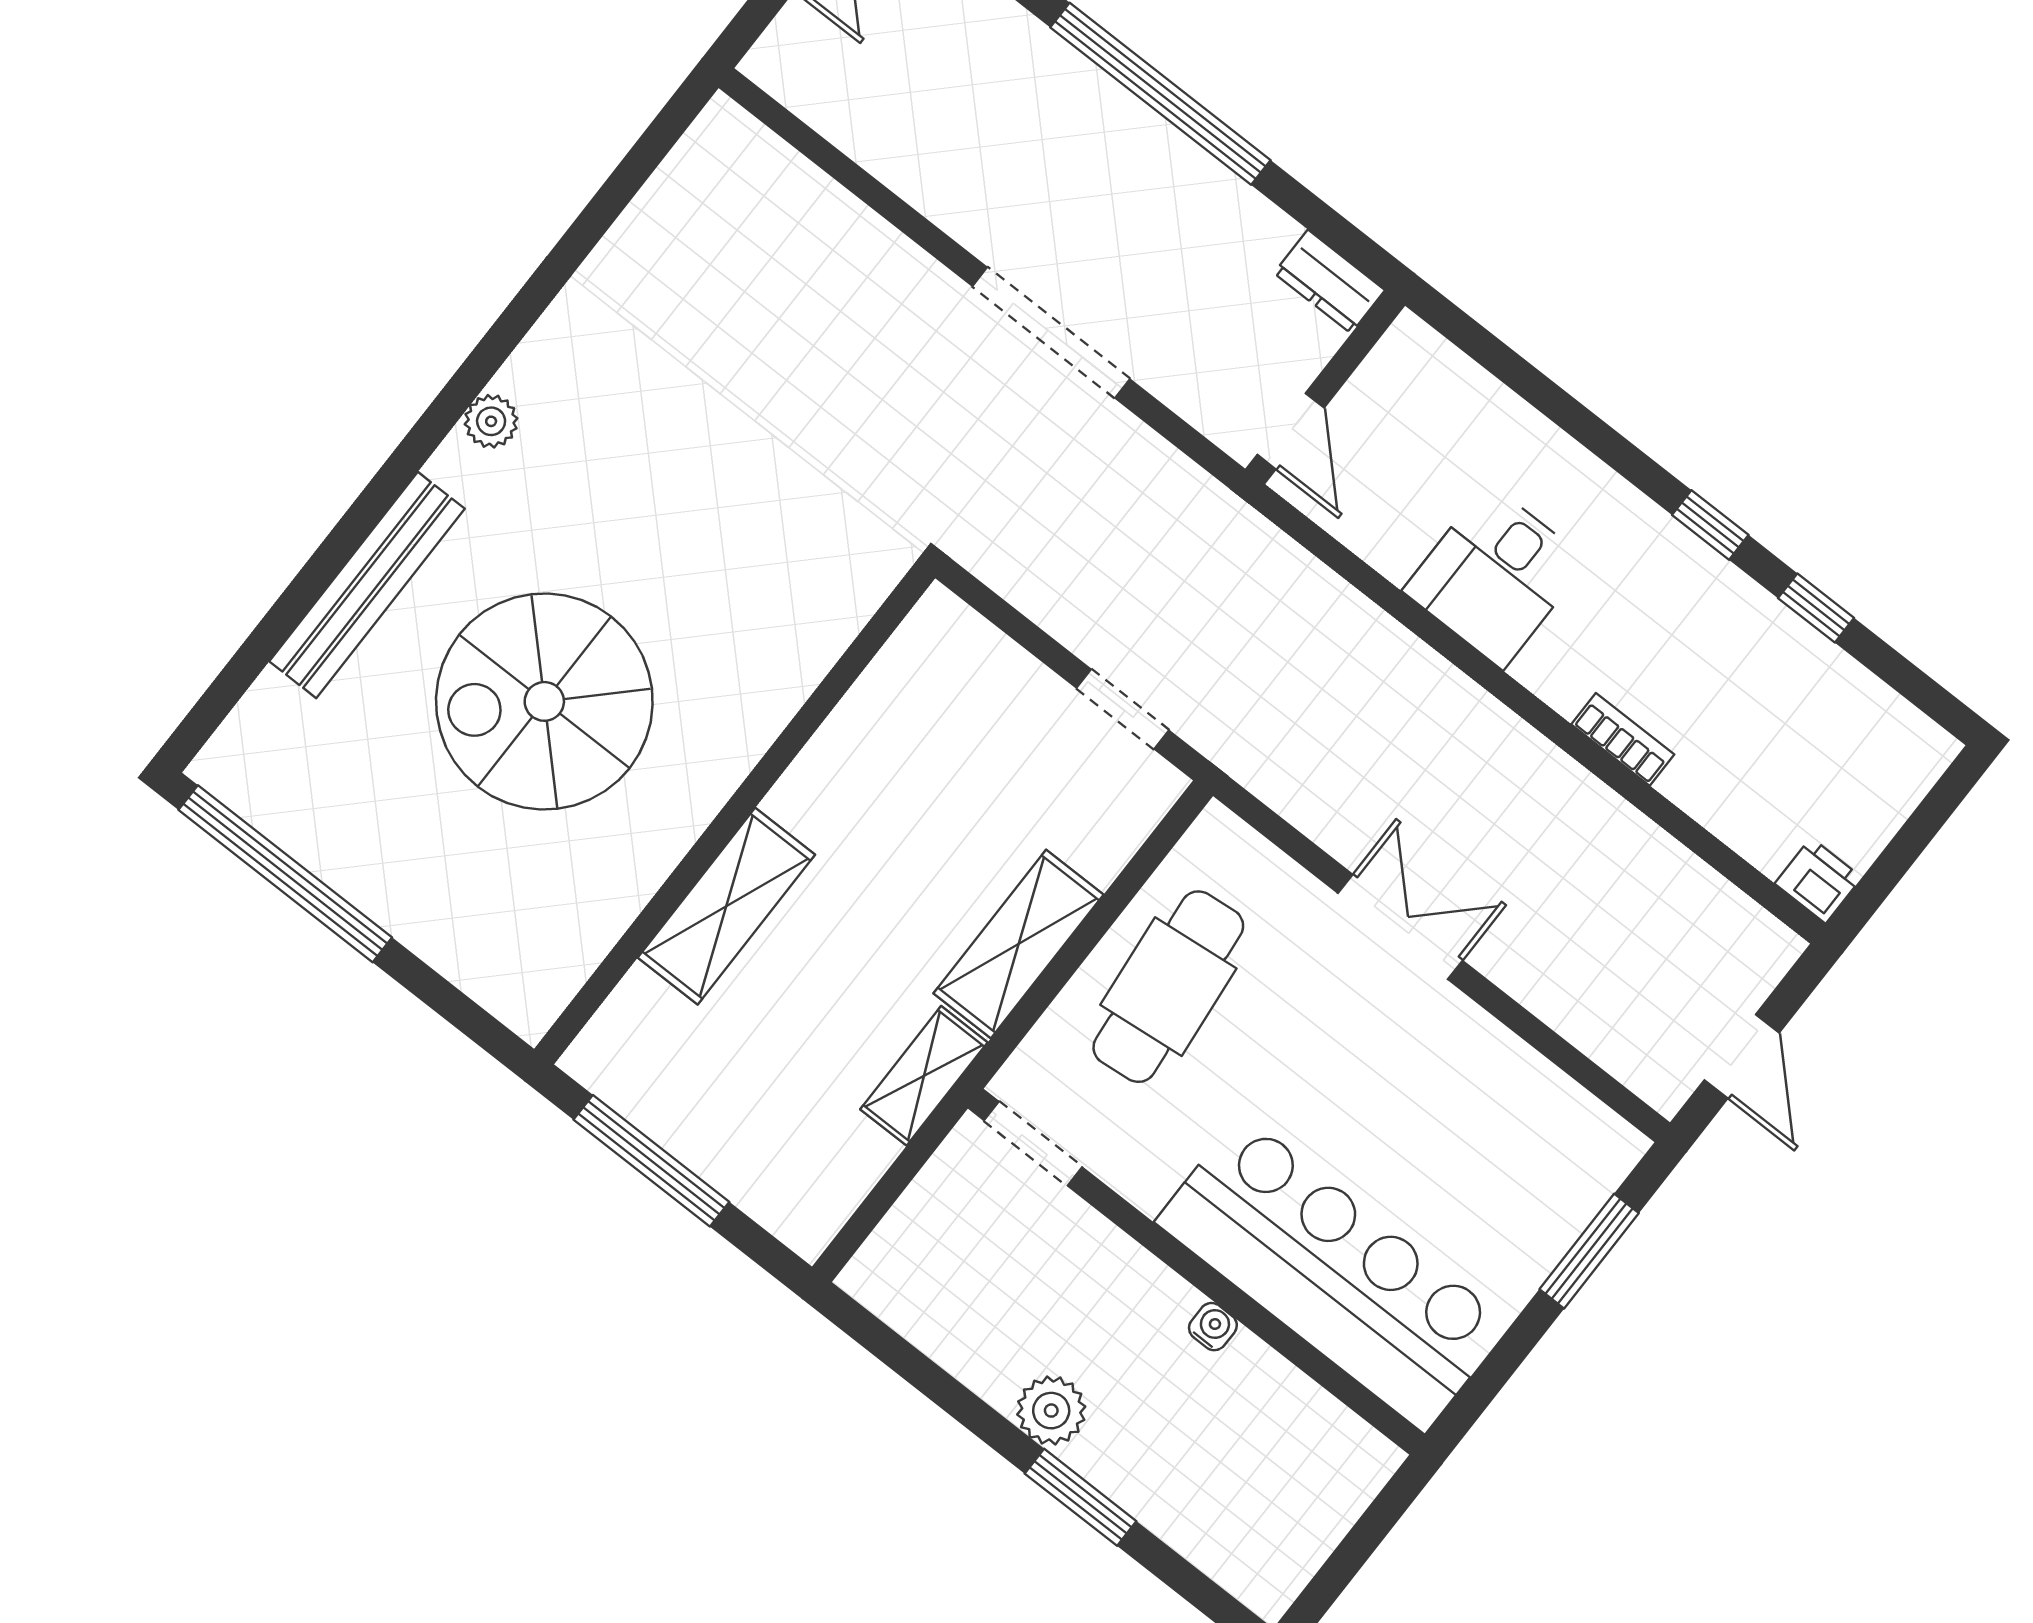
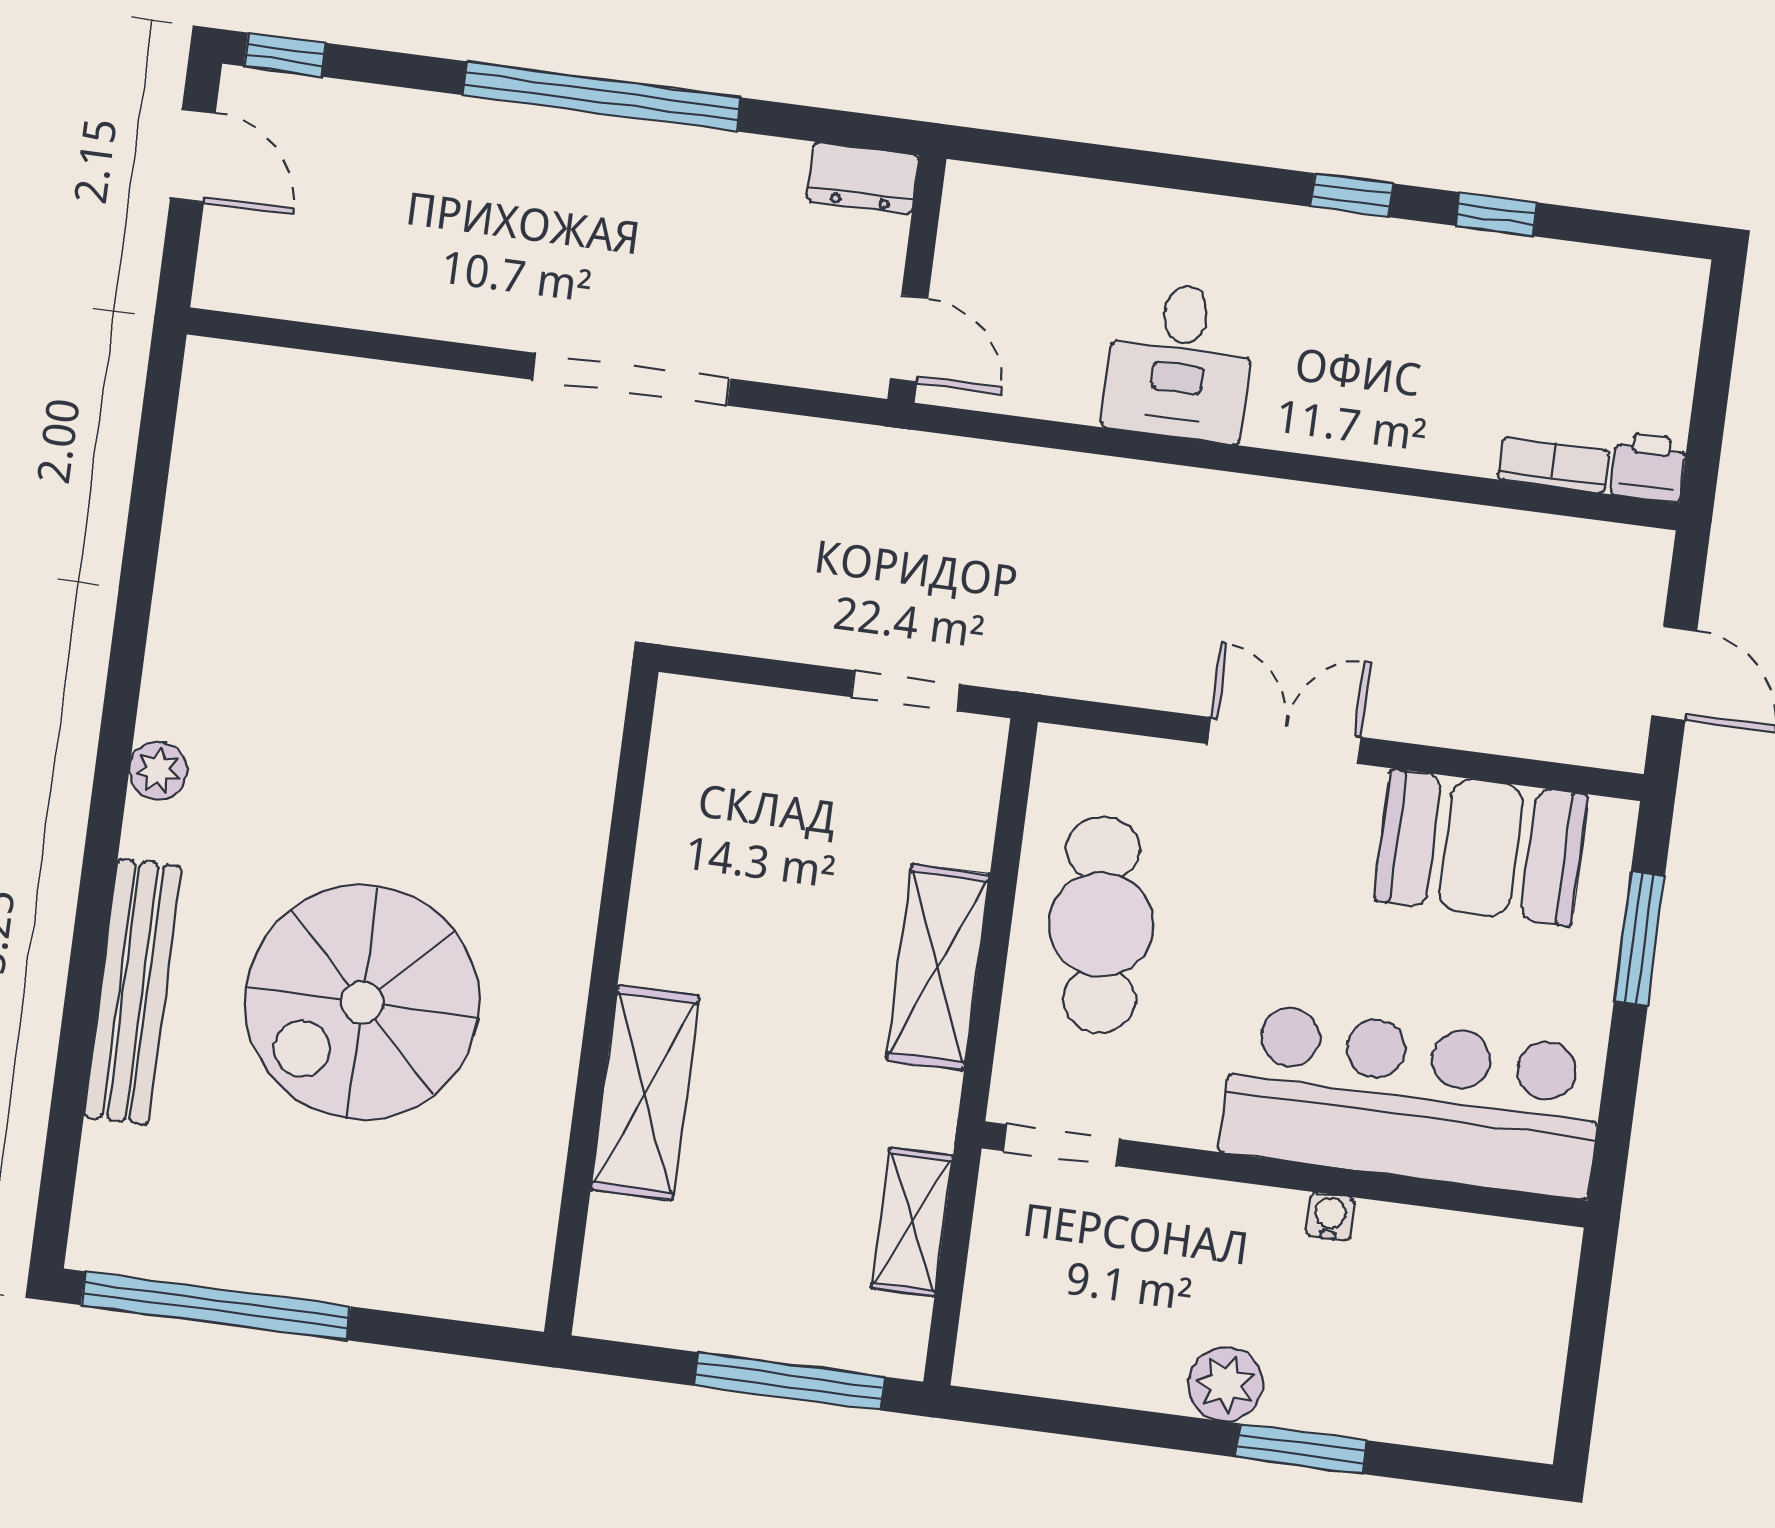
bookcase: (1623, 739) -> (1553, 465), moved
shelving: (924, 1076) -> (912, 1222), moved
booth: (1506, 1104) -> (1481, 848), added
window: (651, 1161) -> (789, 1381), moved

